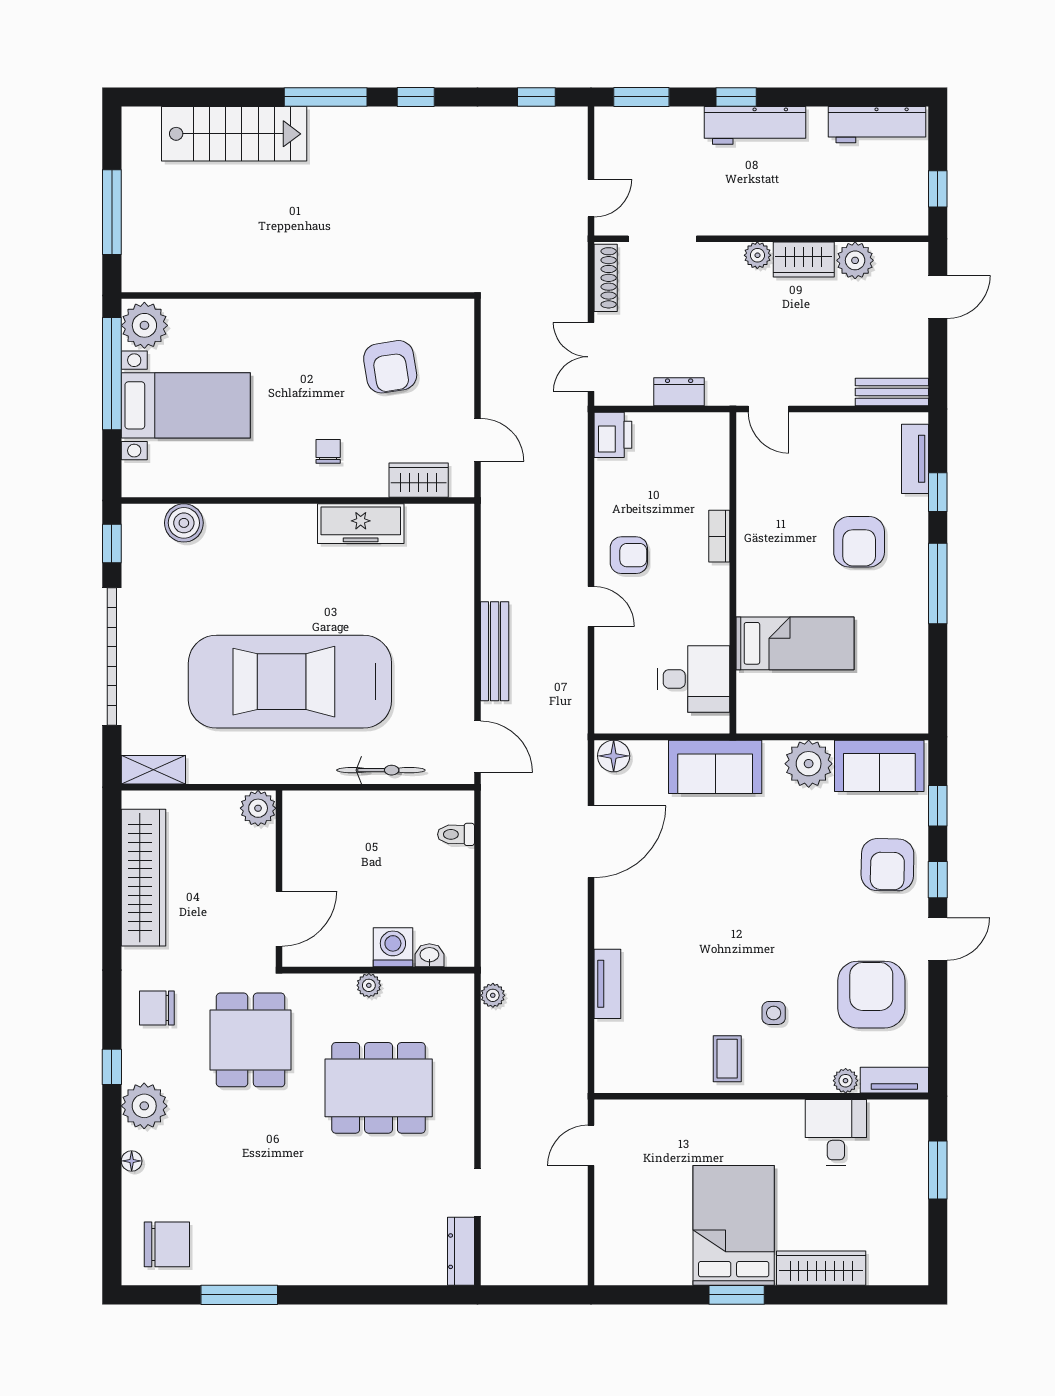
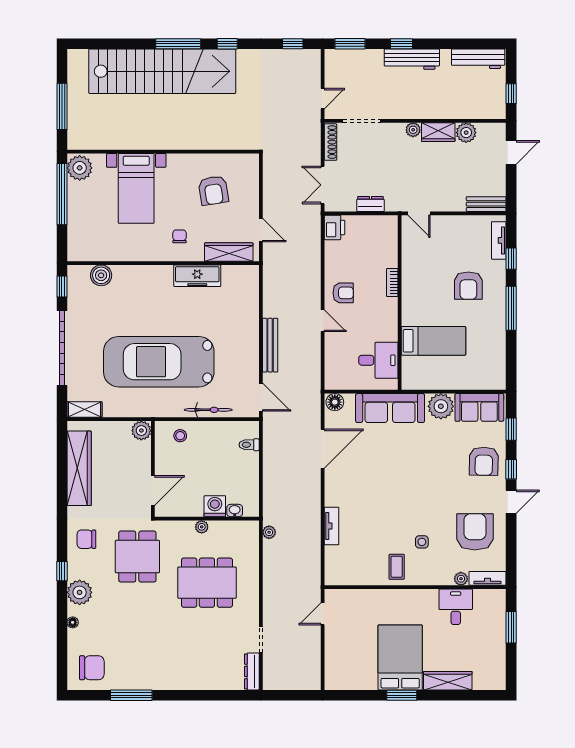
stairs: (234, 134) -> (162, 71), width x1.86, depth x1.51
bed with nightstands: (186, 405) -> (136, 188), moved, turned 90
wardrobe: (419, 480) -> (229, 252), width x1.50
sofa: (715, 767) -> (390, 408), width x1.36
stool: (329, 818) -> (180, 436), added

